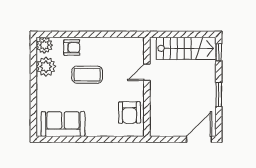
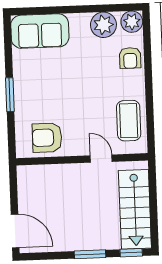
coffee table: (87, 75) -> (129, 121), moved
window: (219, 95) -> (90, 254), moved
sofa: (63, 124) -> (40, 31), moved, turned 90
window: (96, 139) -> (10, 95), added

